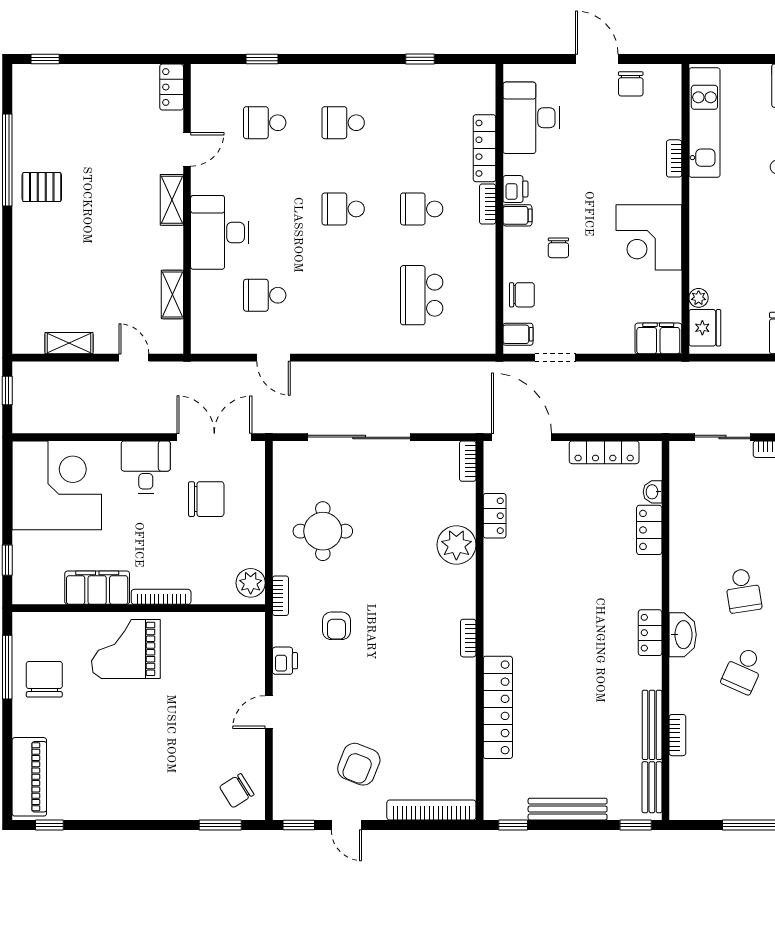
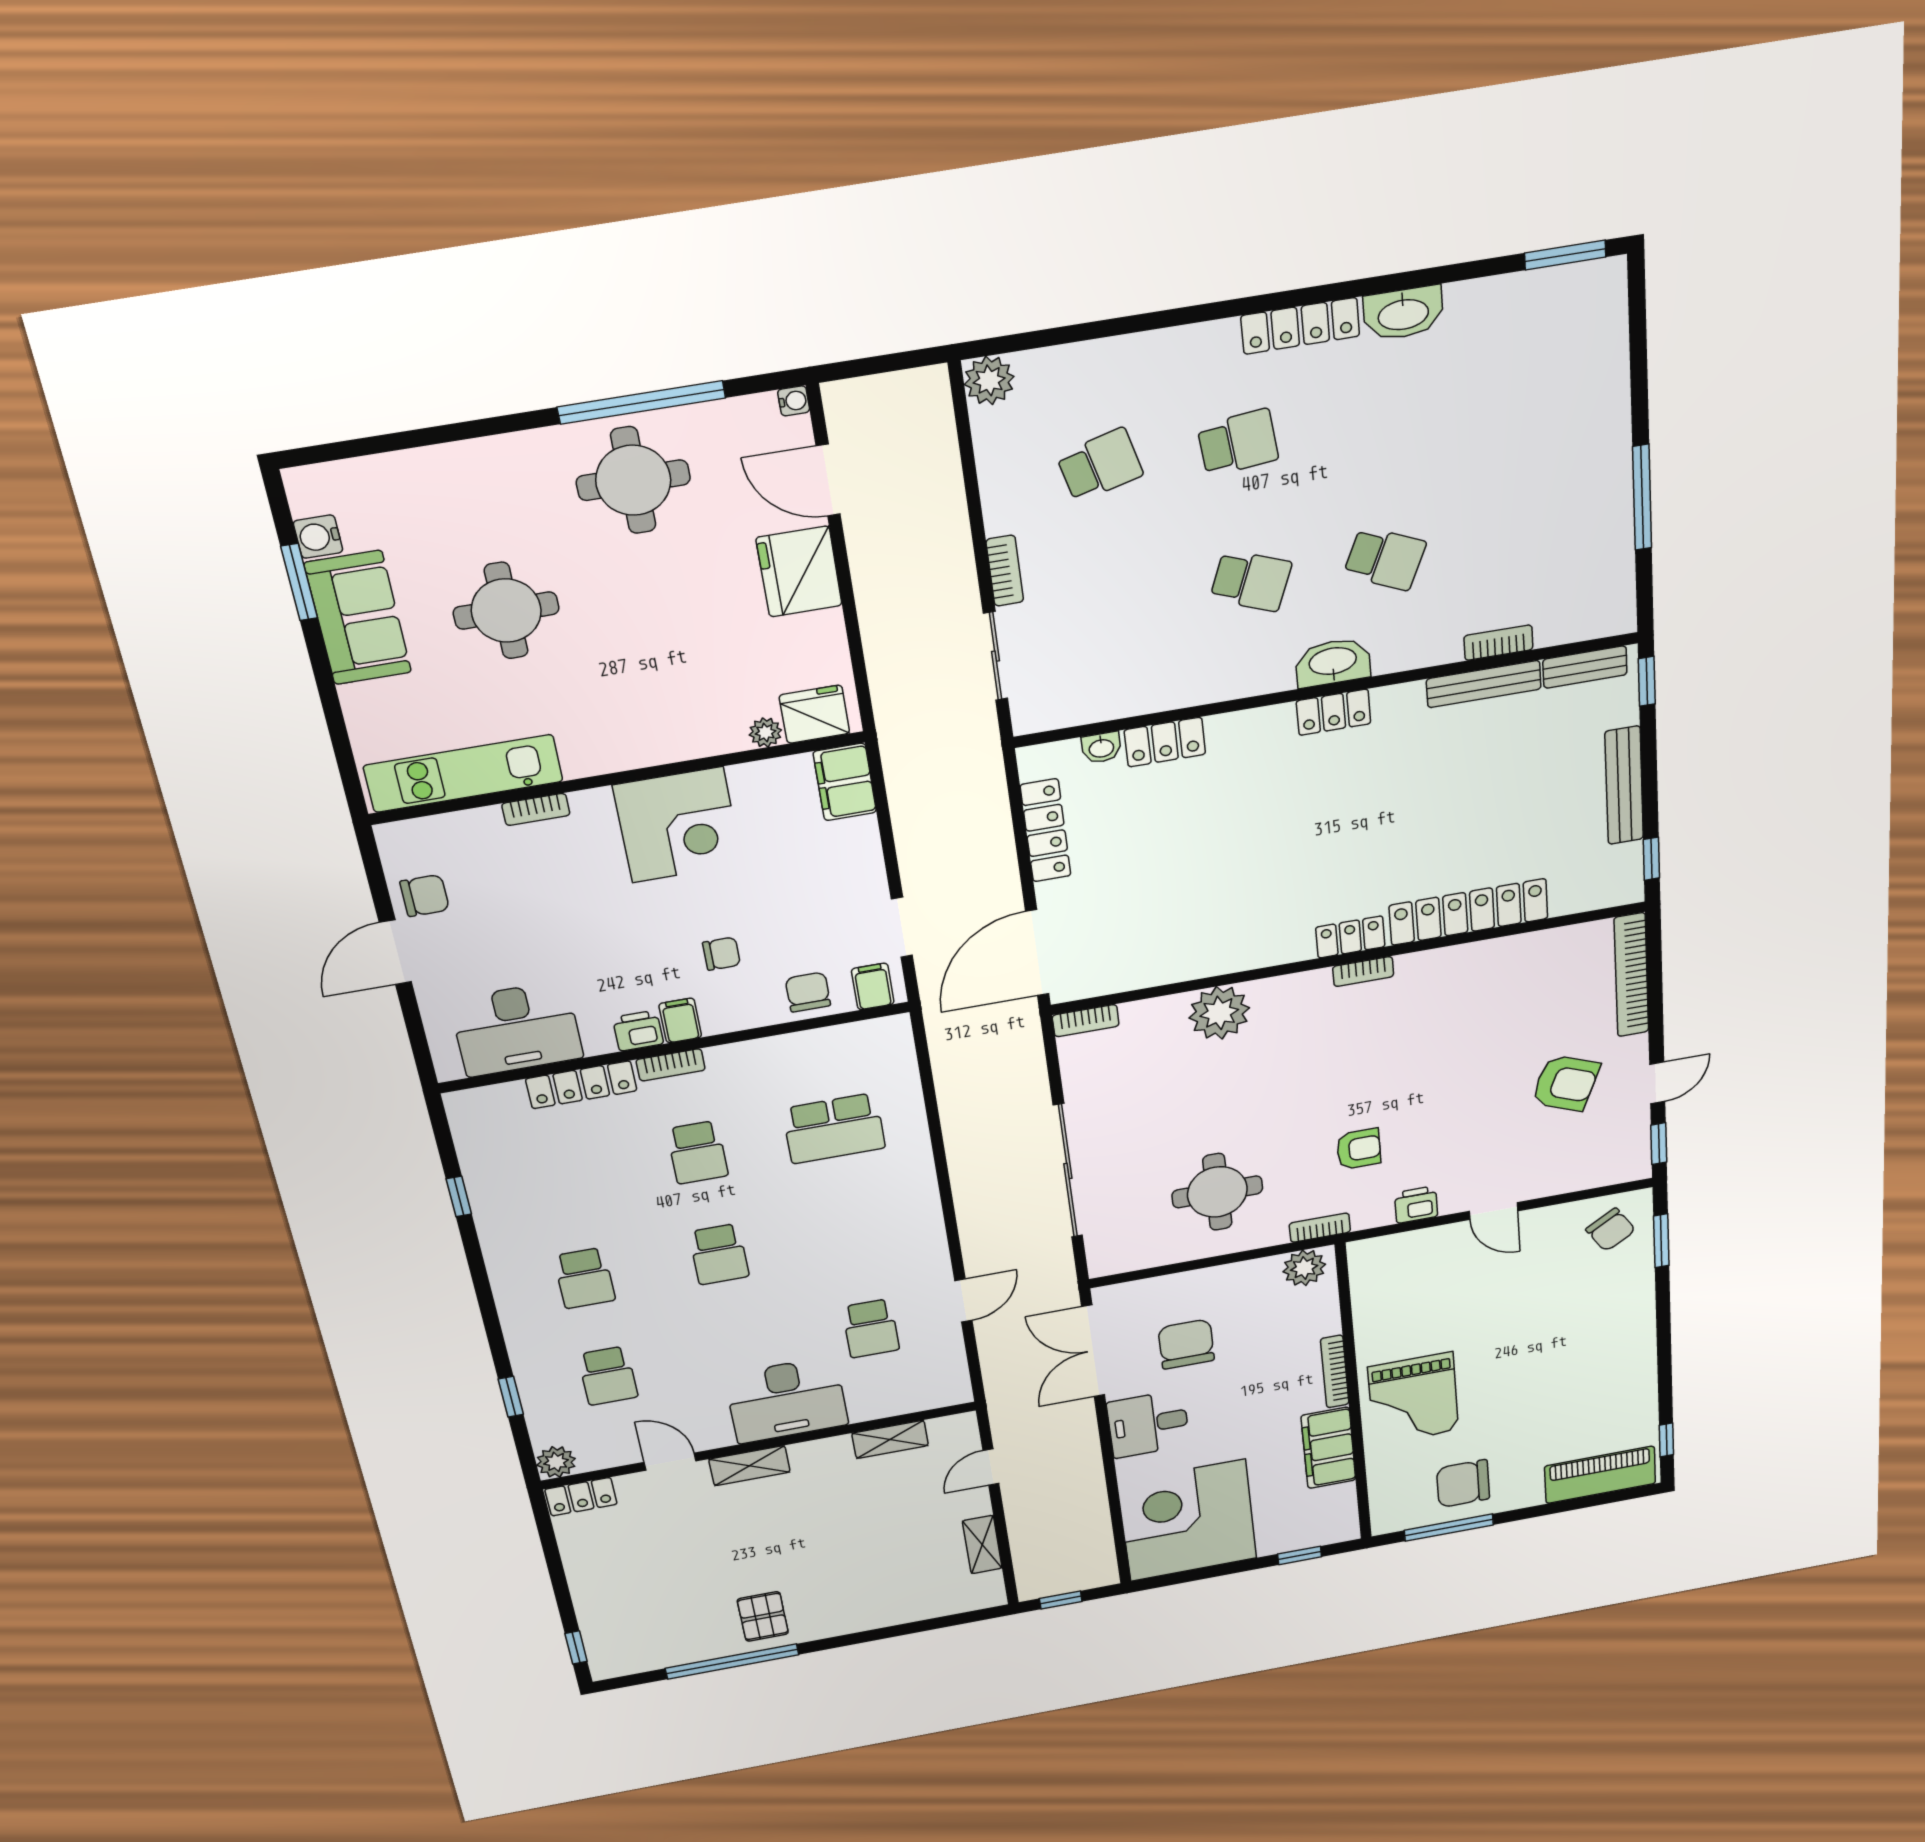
plant: (204, 77) -> (556, 1462), added
locker: (495, 516) -> (1350, 937), moved
school desk: (743, 591) -> (1251, 581), turned 30

